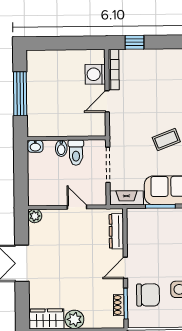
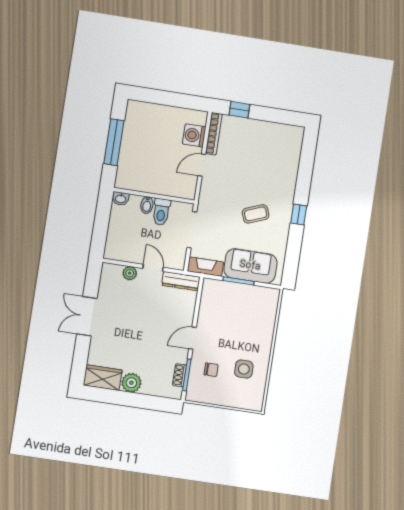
plant: (35, 216) -> (130, 273), moved
dresser: (116, 231) -> (181, 281), moved, turned -90
chair: (148, 295) -> (211, 370), width x0.54, depth x0.54

